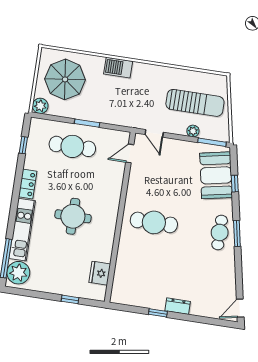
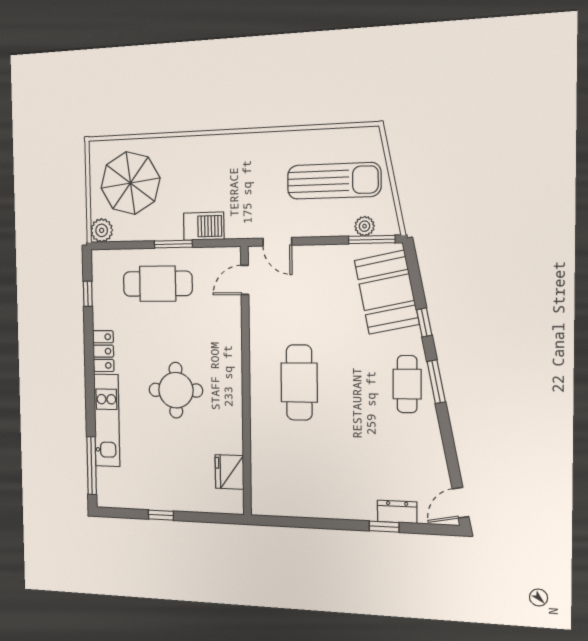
barbecue: (118, 68) -> (204, 226), moved, turned 180
plant: (193, 131) -> (365, 226), moved
window: (235, 184) -> (424, 322), moved
cafe table: (154, 222) -> (299, 383), turned 90
plant: (18, 273) -> (112, 485), removed
window: (70, 299) -> (161, 515), moved
dresser: (178, 306) -> (397, 512), moved
window: (158, 313) -> (384, 527), moved

